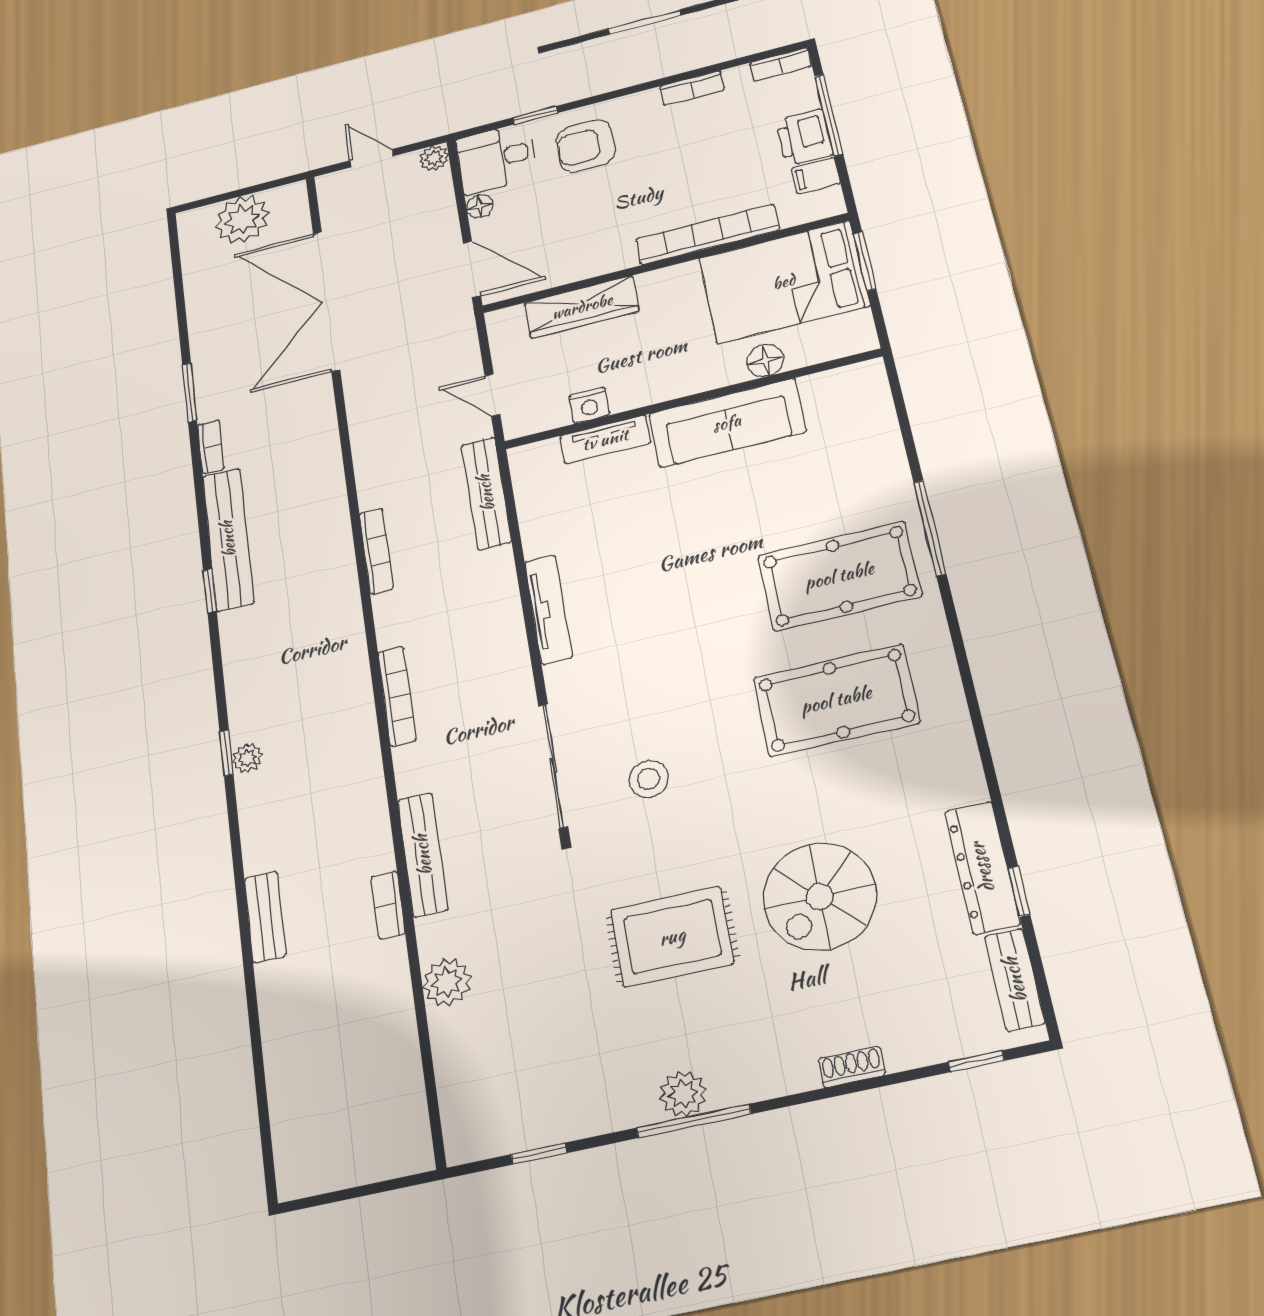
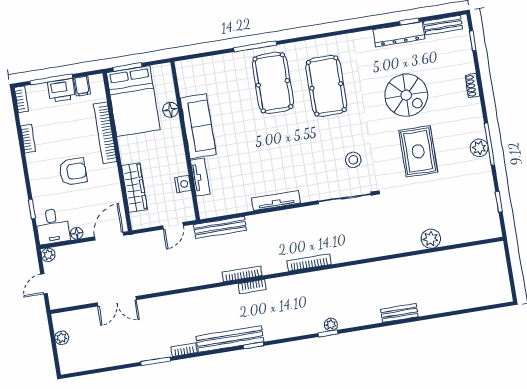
armchair: (586, 146) -> (73, 172), moved, turned -90
plant: (242, 220) -> (62, 338), width x0.53, depth x0.53
double door: (326, 301) -> (117, 301), width x0.54
bench: (423, 855) -> (378, 250), removed
bookcase: (388, 905) -> (252, 287), moved

